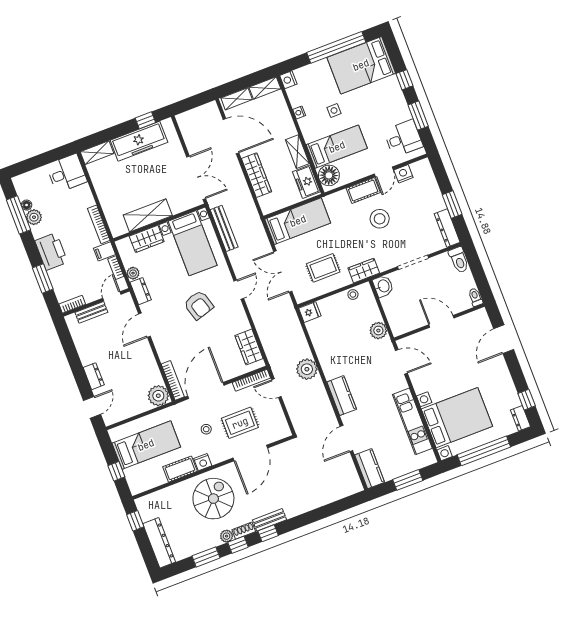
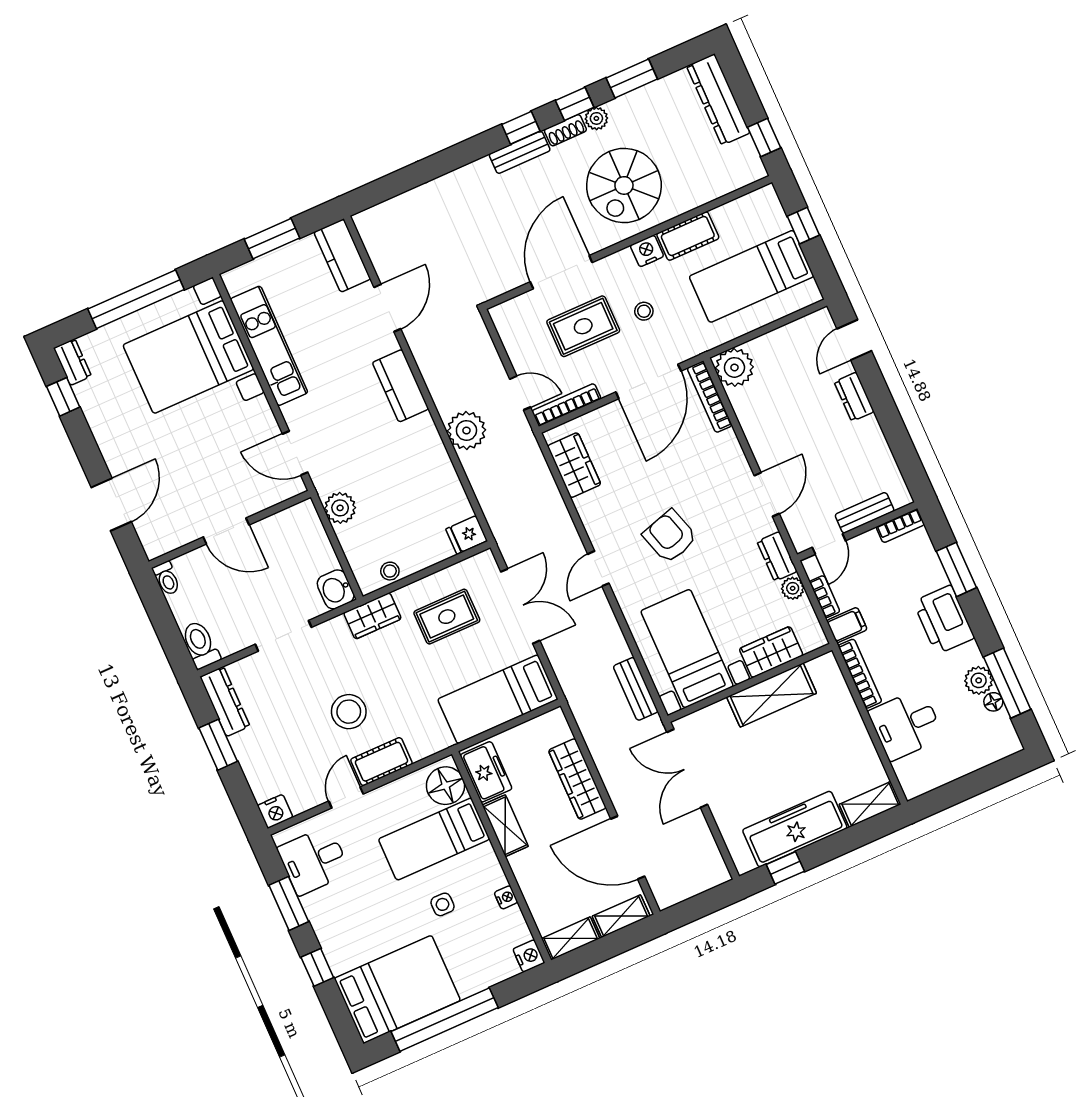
desk: (67, 173) -> (906, 725), moved
nightstand: (403, 174) -> (275, 811), moved
bench: (224, 228) -> (636, 689), width x0.73

